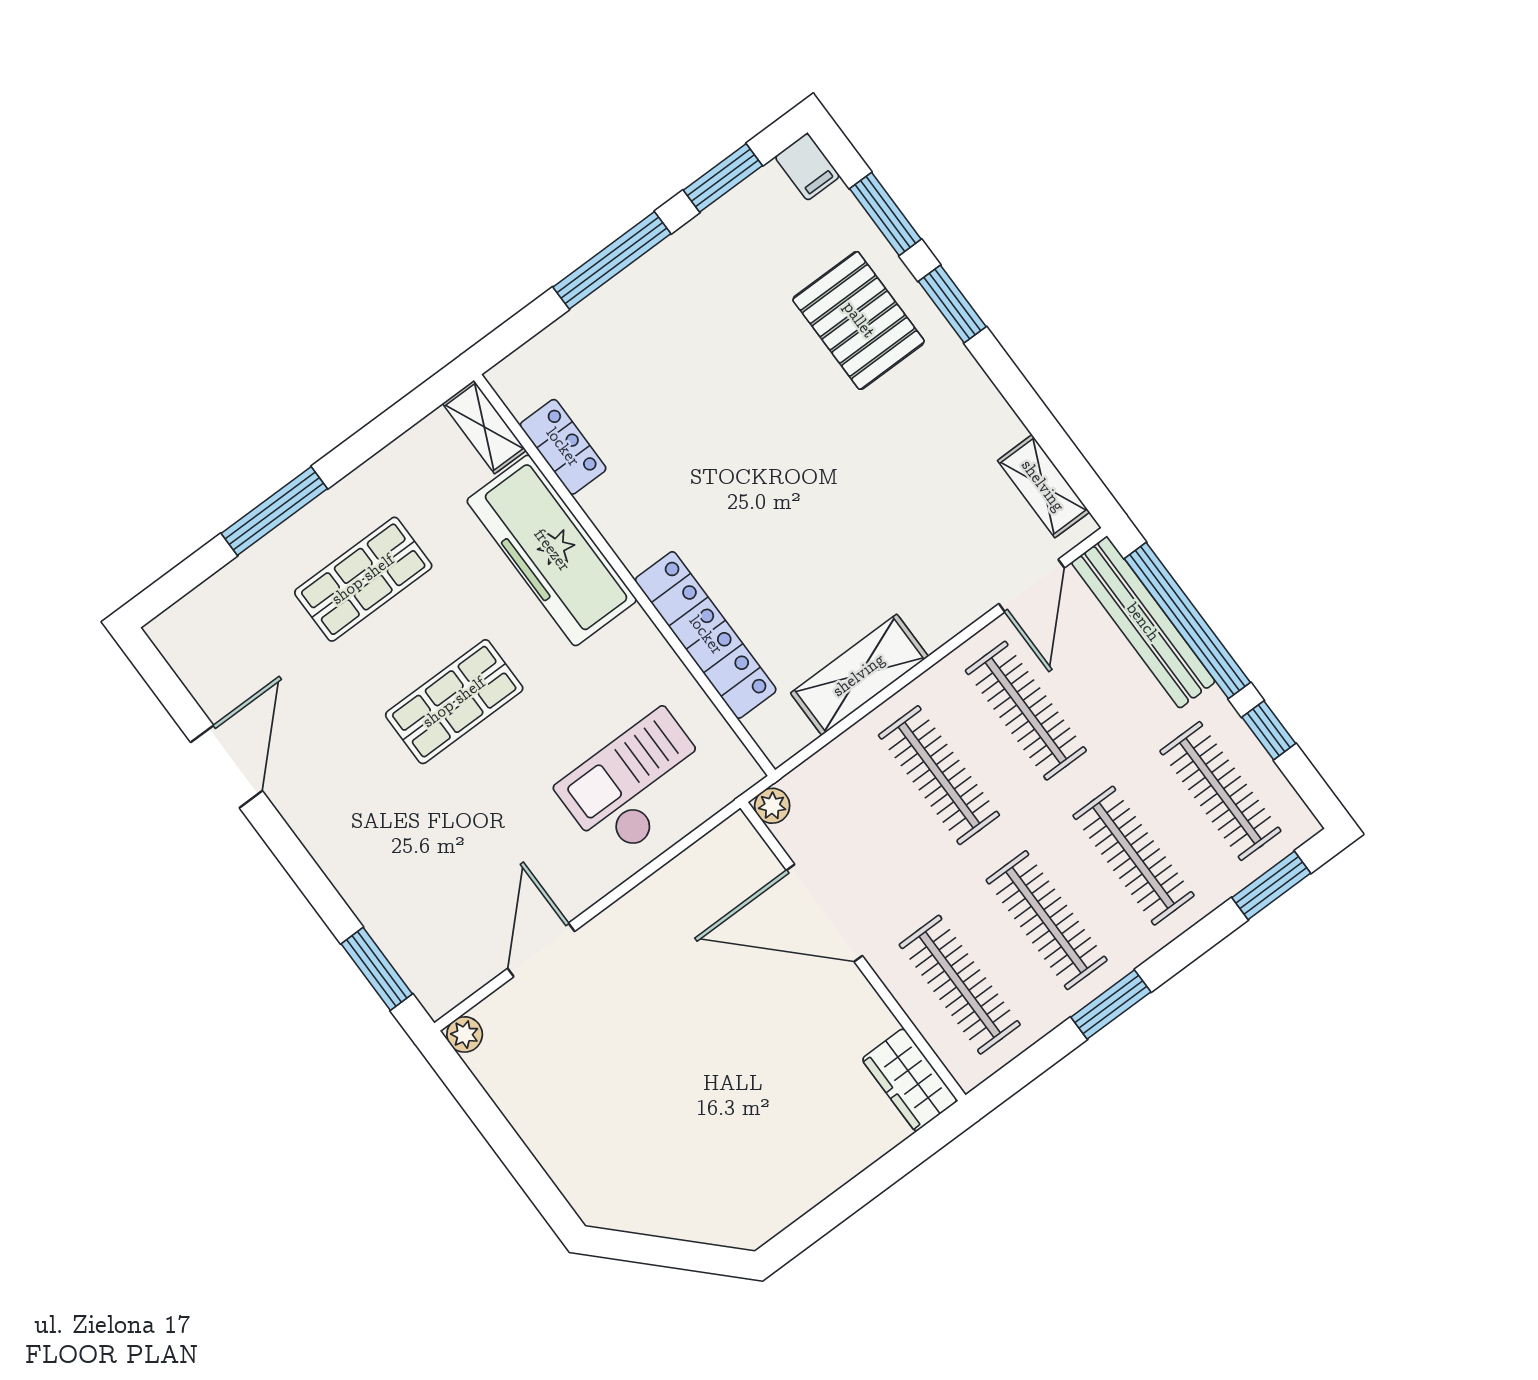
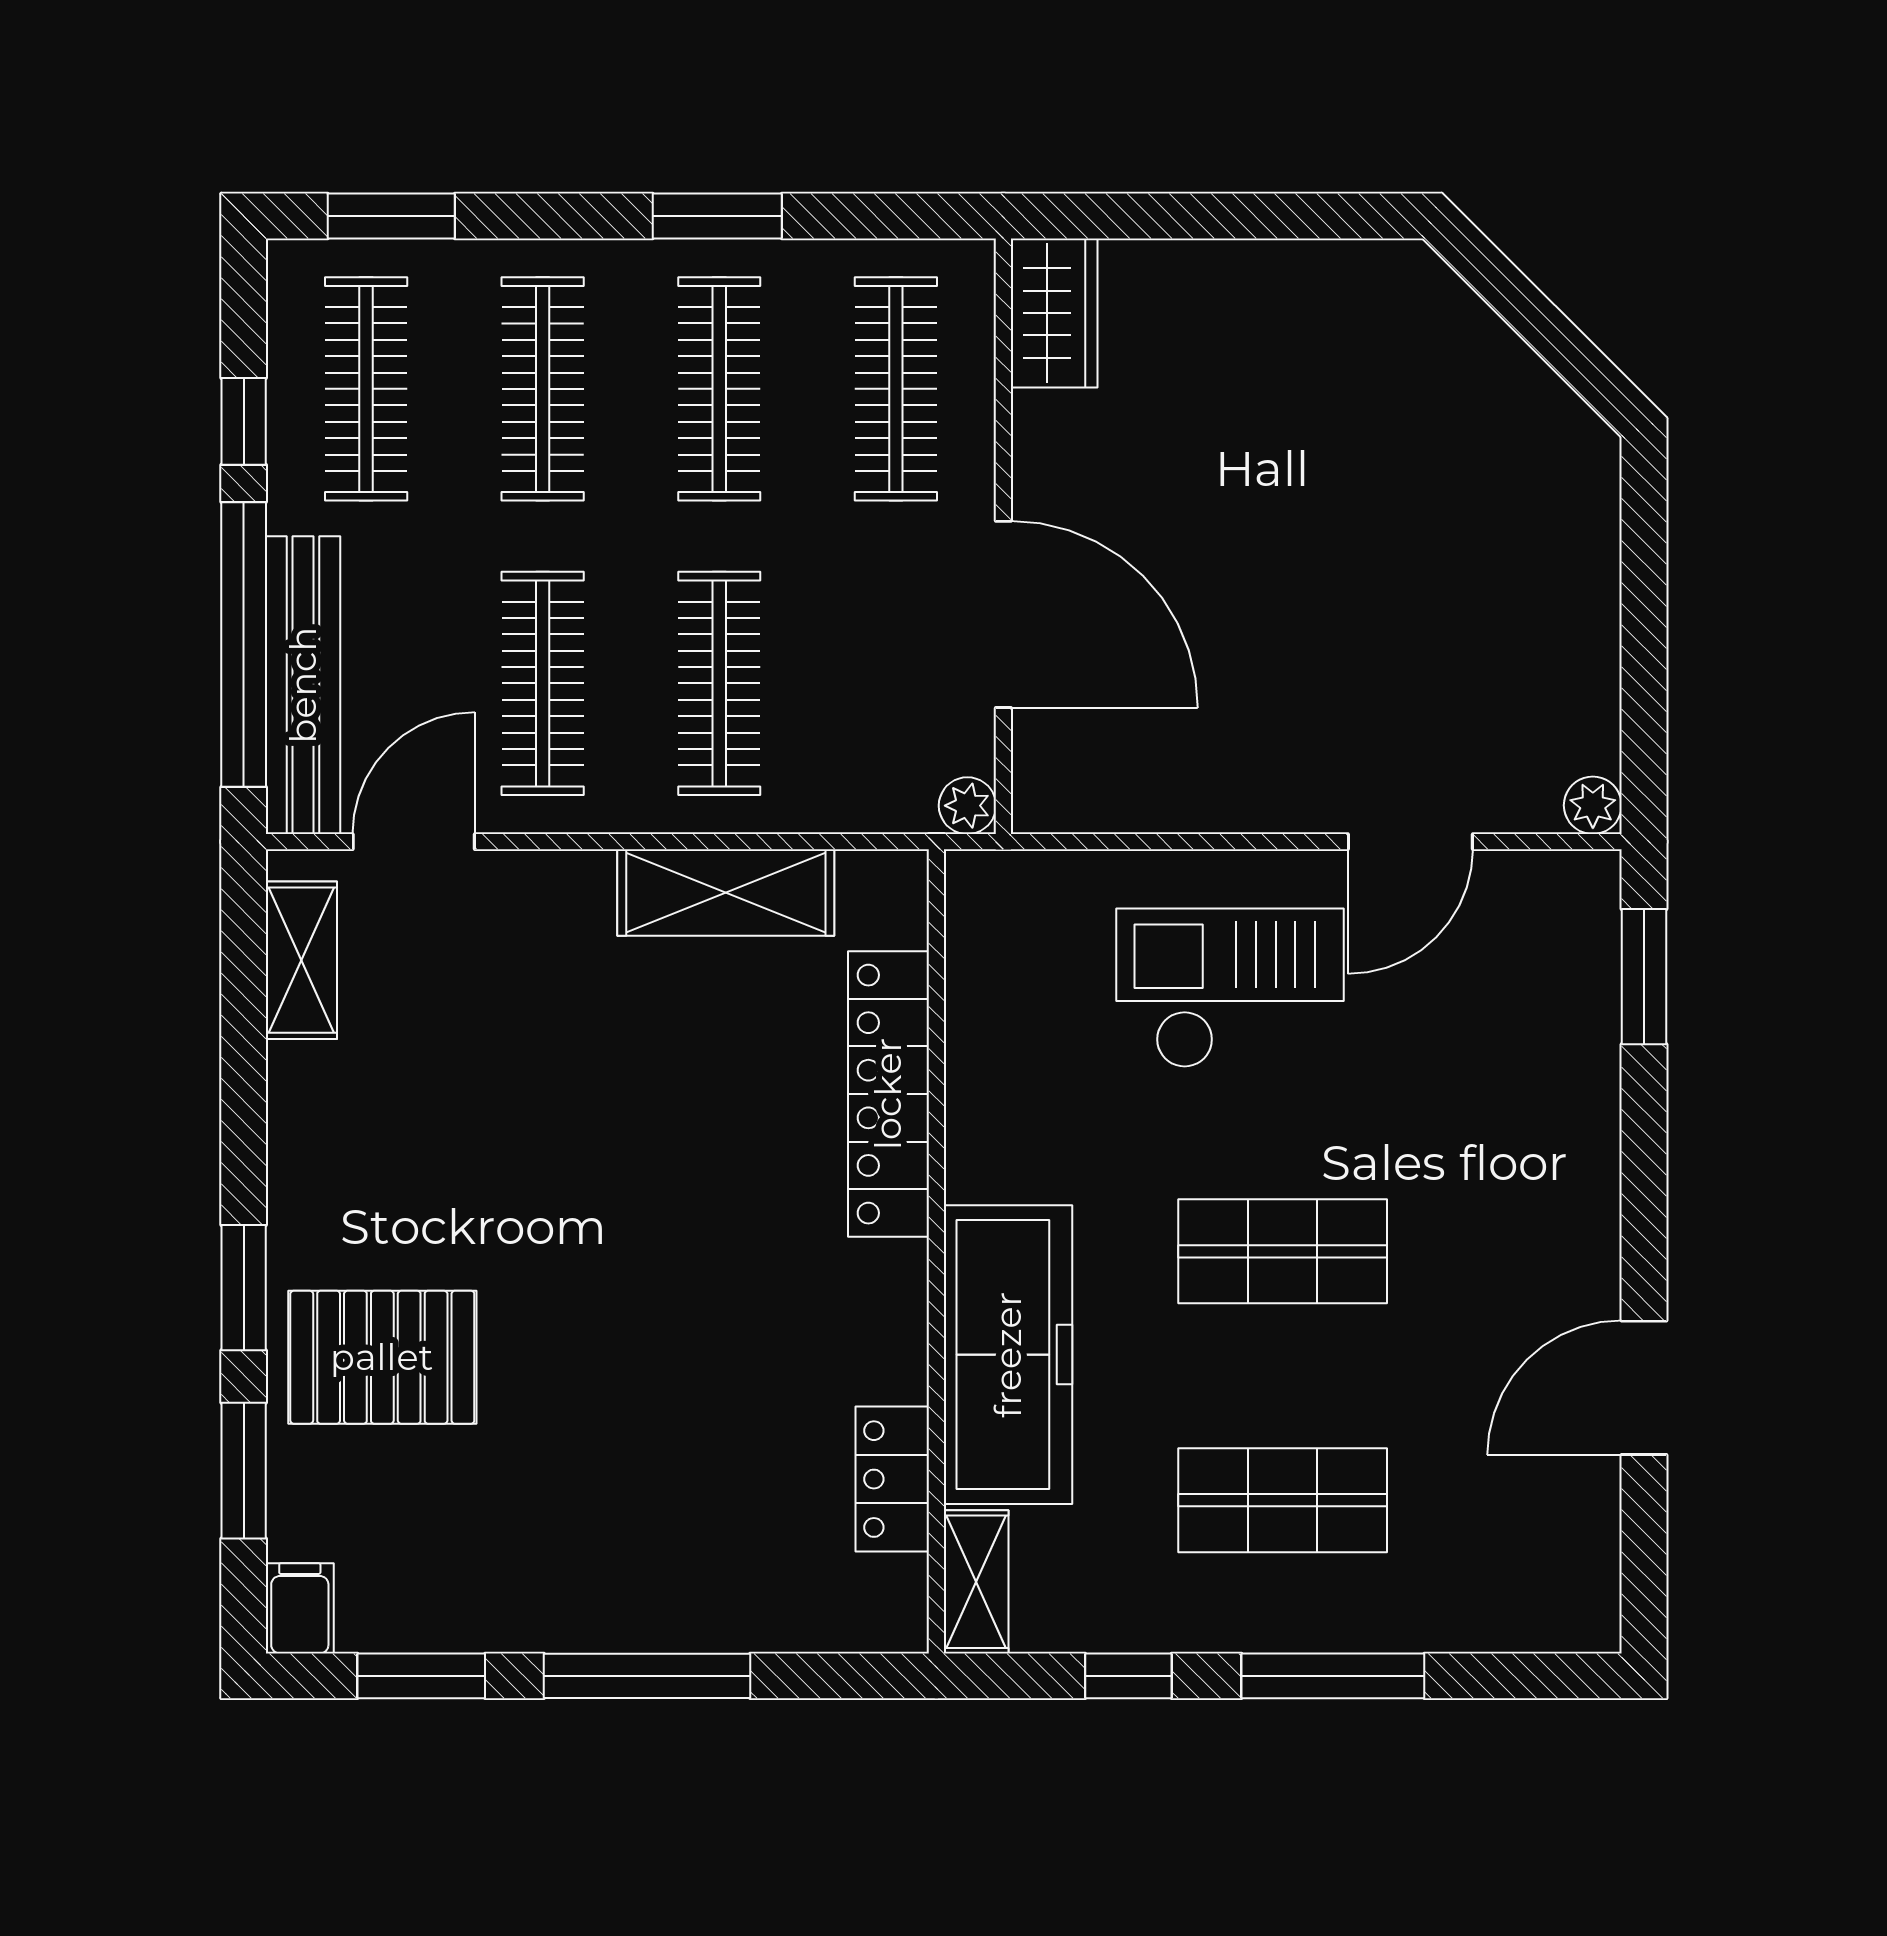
pallet: (859, 320) -> (382, 1357), turned 90
window: (375, 436) -> (1128, 1676), added
checkout: (637, 785) -> (1230, 988), moved, turned 180

